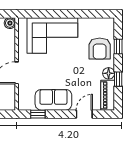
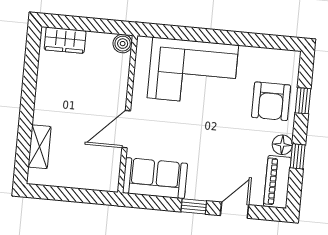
sofa: (53, 100) -> (155, 178), moved
window: (38, 114) -> (194, 206), moved

